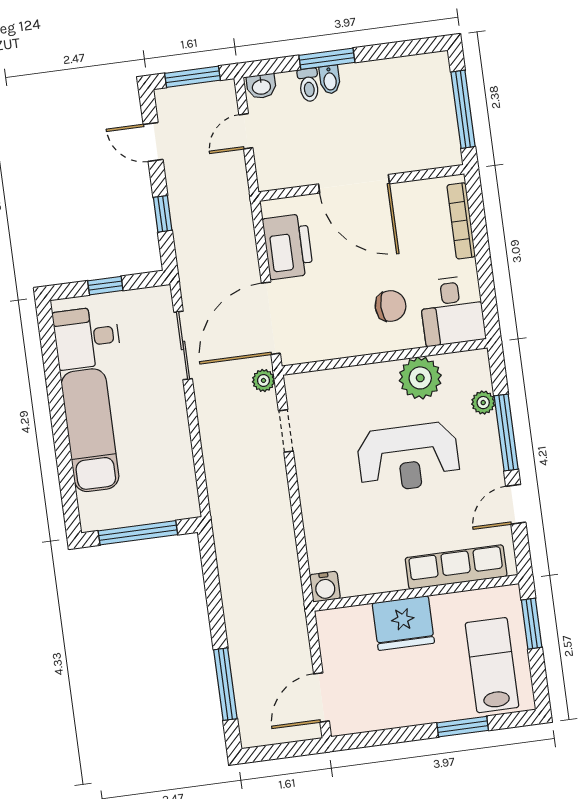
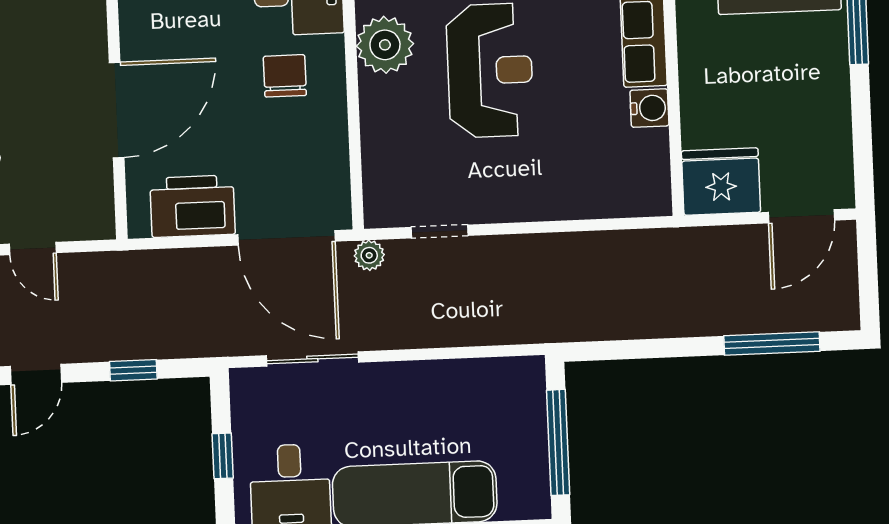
water cooler: (325, 587) -> (649, 108), moved
fridge: (403, 623) -> (721, 181), moved, turned -90
door: (321, 697) -> (801, 216), hinge flipped

